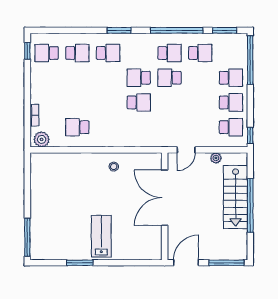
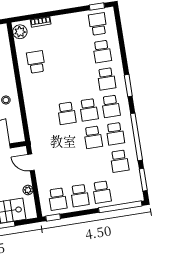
school desk: (139, 53) -> (111, 106), added
school desk: (139, 78) -> (89, 110), turned 180
school desk: (169, 78) -> (93, 137), turned 180

